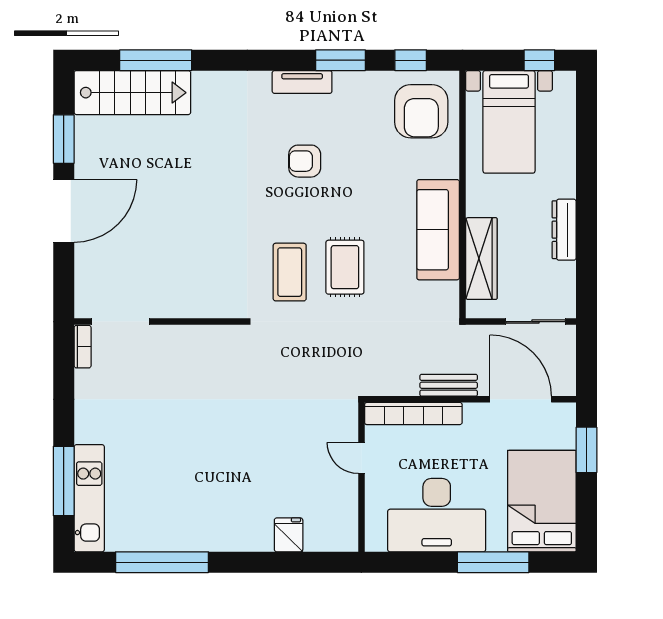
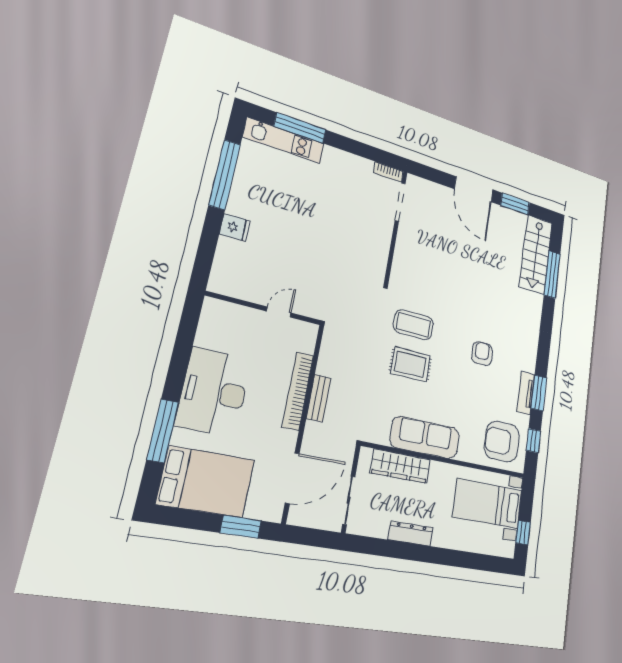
tv unit: (302, 82) -> (526, 393), moved
bench: (449, 385) -> (319, 398), moved
door: (361, 458) -> (279, 312), moved
wall: (361, 477) -> (264, 308), moved
fridge: (289, 535) -> (235, 227), moved

